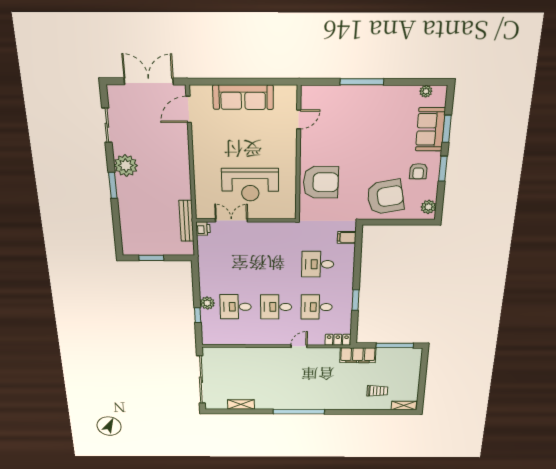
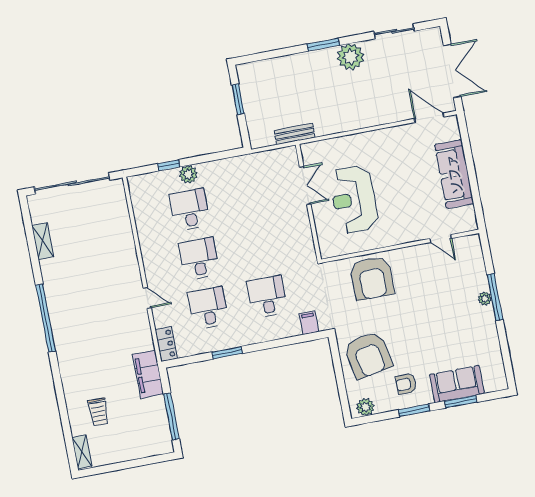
plant: (426, 91) -> (485, 299), moved
bench: (186, 221) -> (295, 134), width x0.73
printer: (203, 228) -> (288, 154), removed

